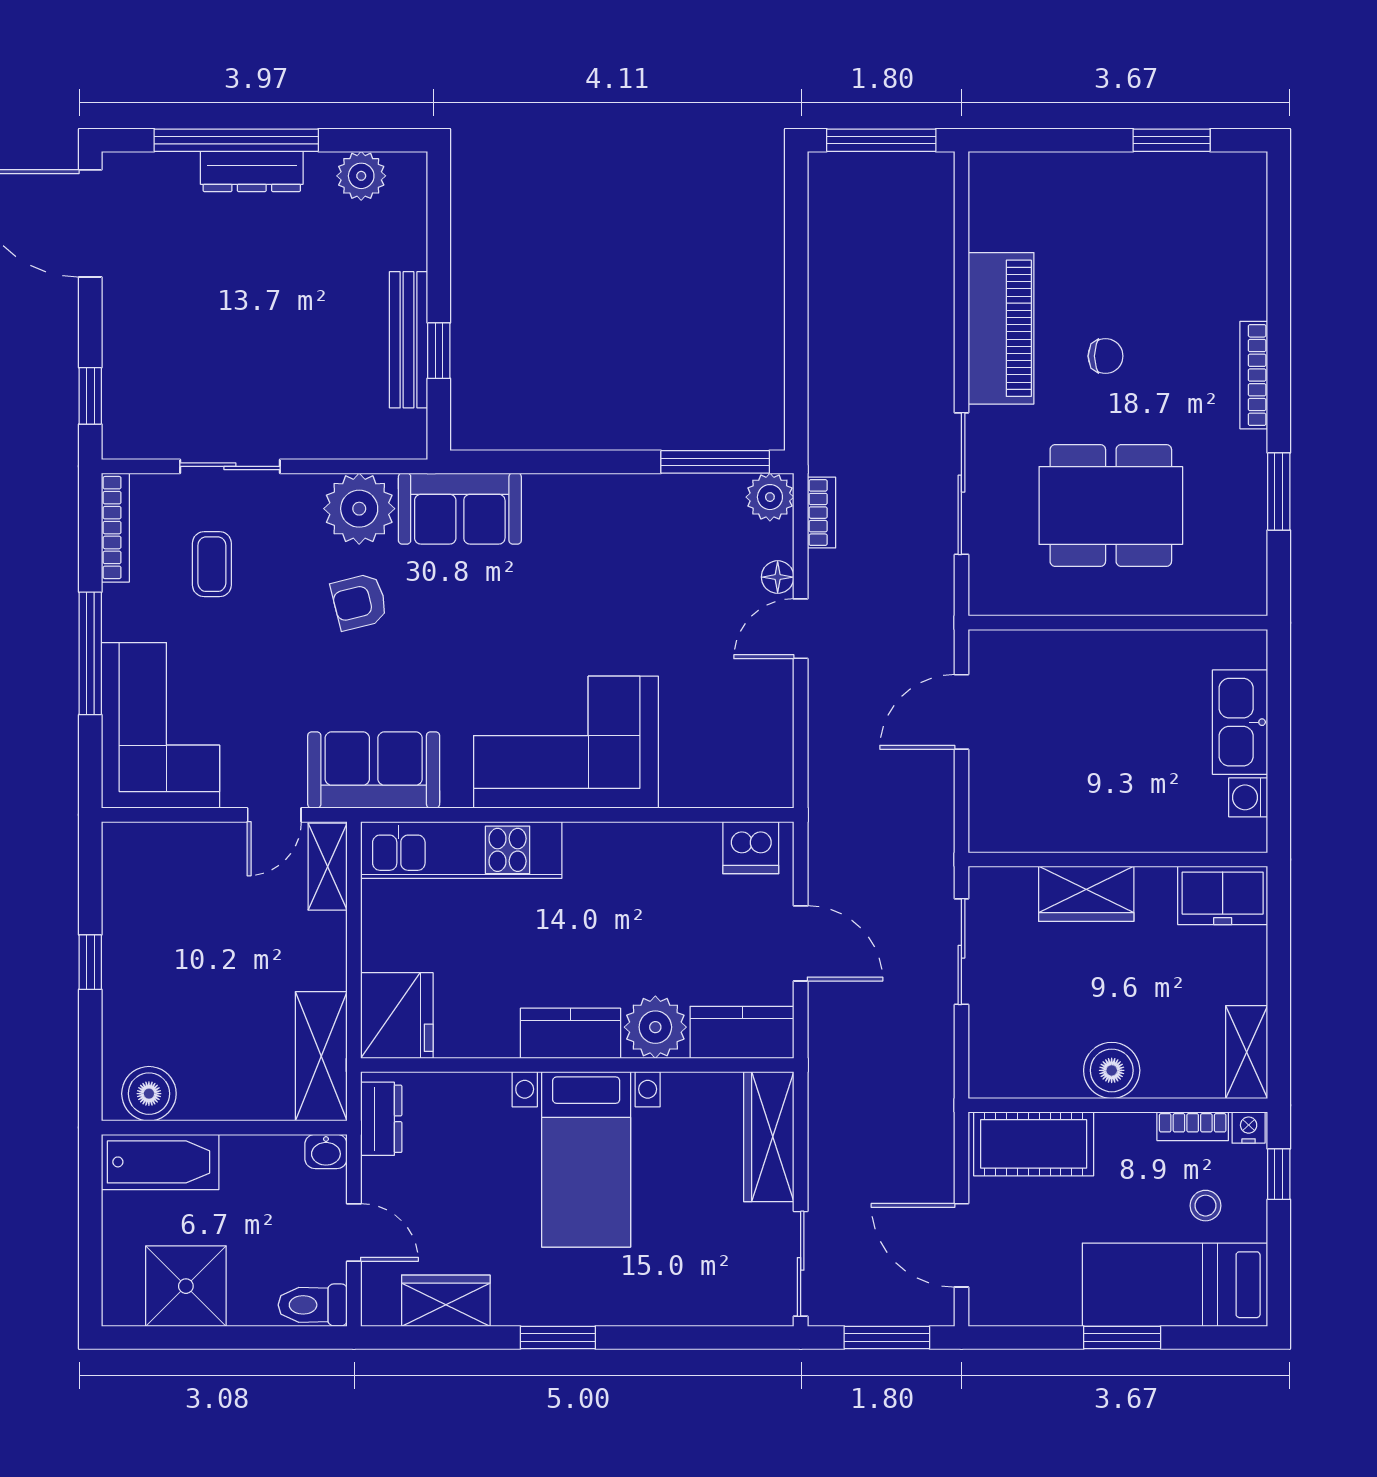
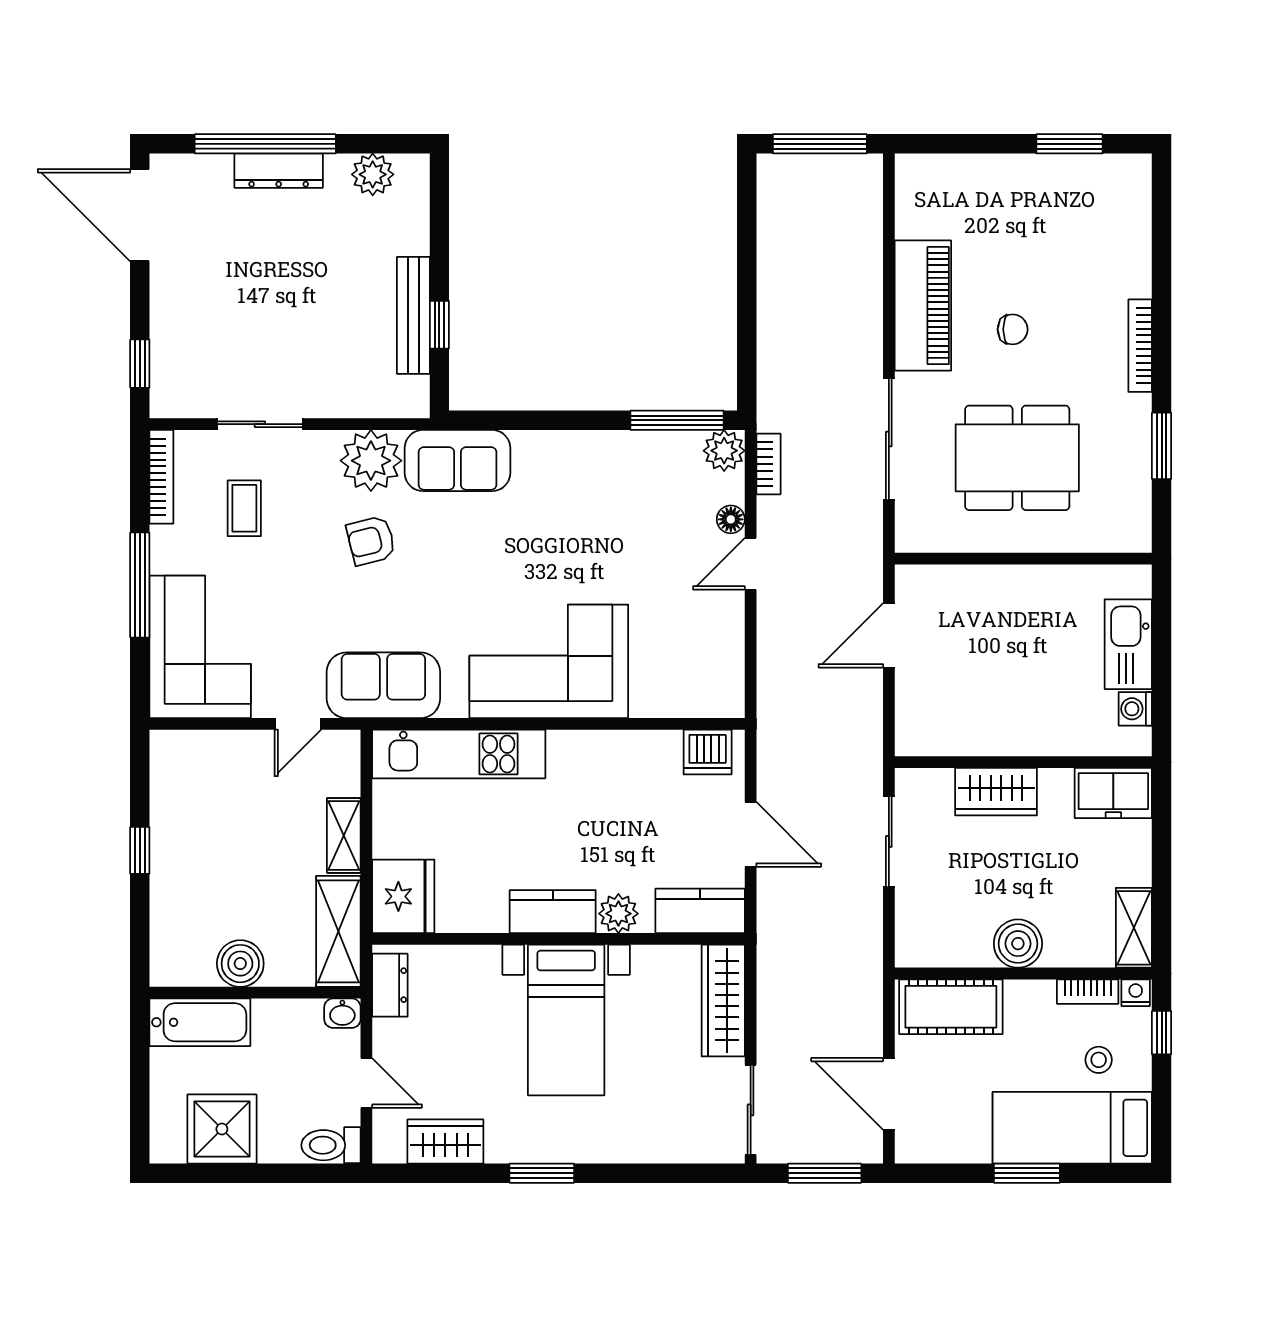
shelving: (328, 867) -> (344, 835), moved
plant: (655, 1027) -> (618, 914), width x0.73, depth x0.73
boiler: (149, 1094) -> (240, 964), moved

